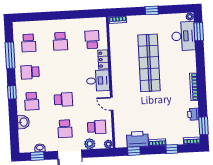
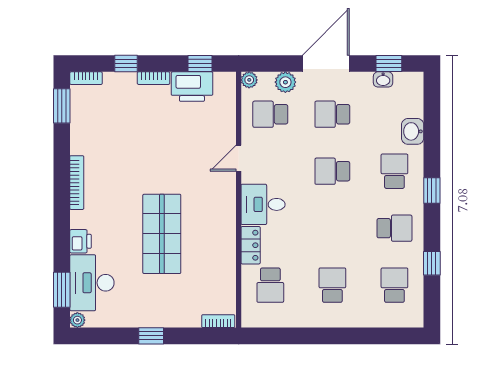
window: (10, 55) -> (432, 263), width x0.46
shop shelf: (149, 63) -> (162, 234), width x0.71
door: (112, 104) -> (239, 158), swing flipped
printer: (193, 114) -> (81, 241), moved
school desk: (65, 129) -> (332, 114), turned -90

